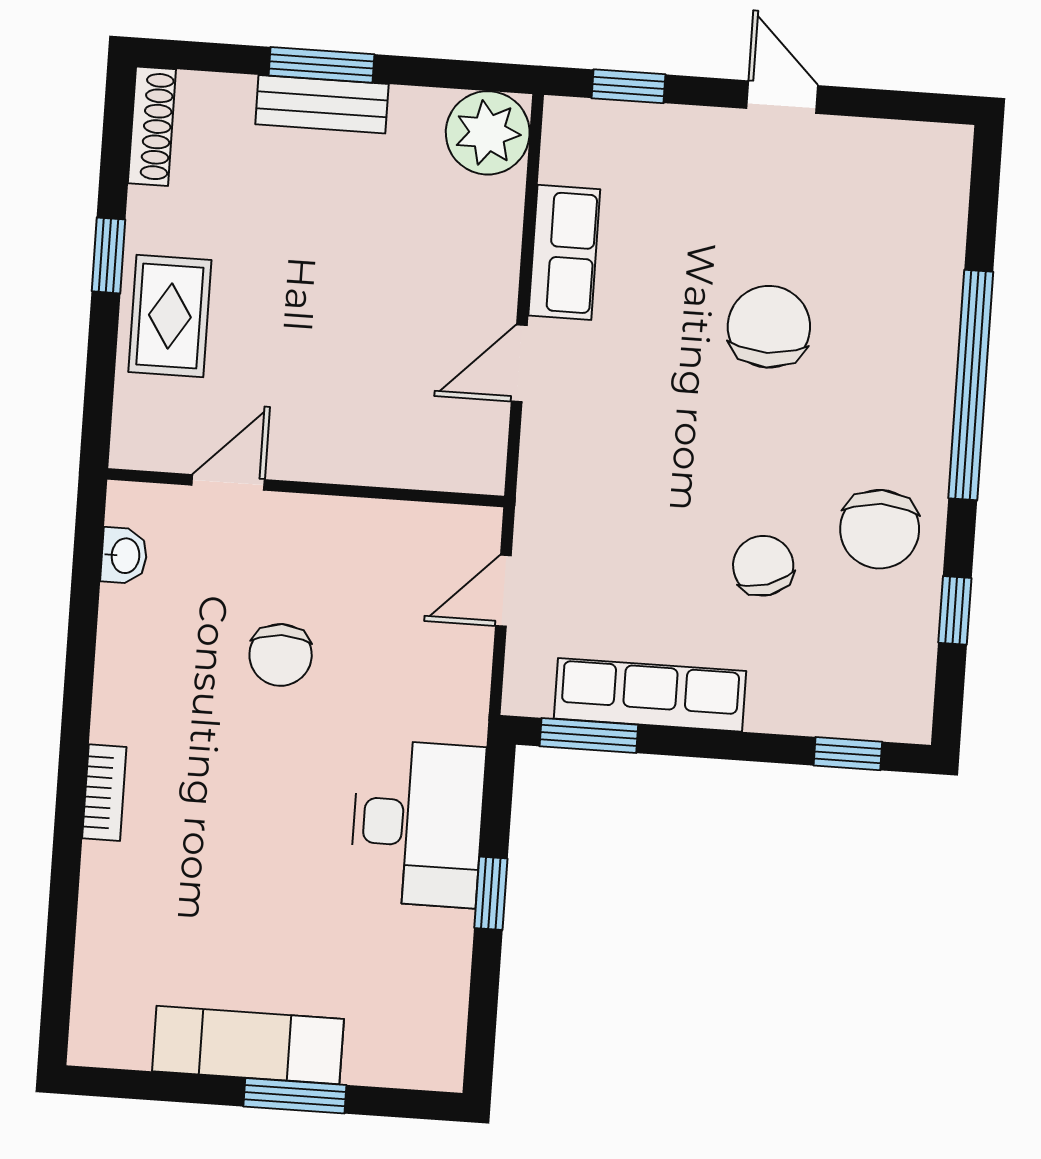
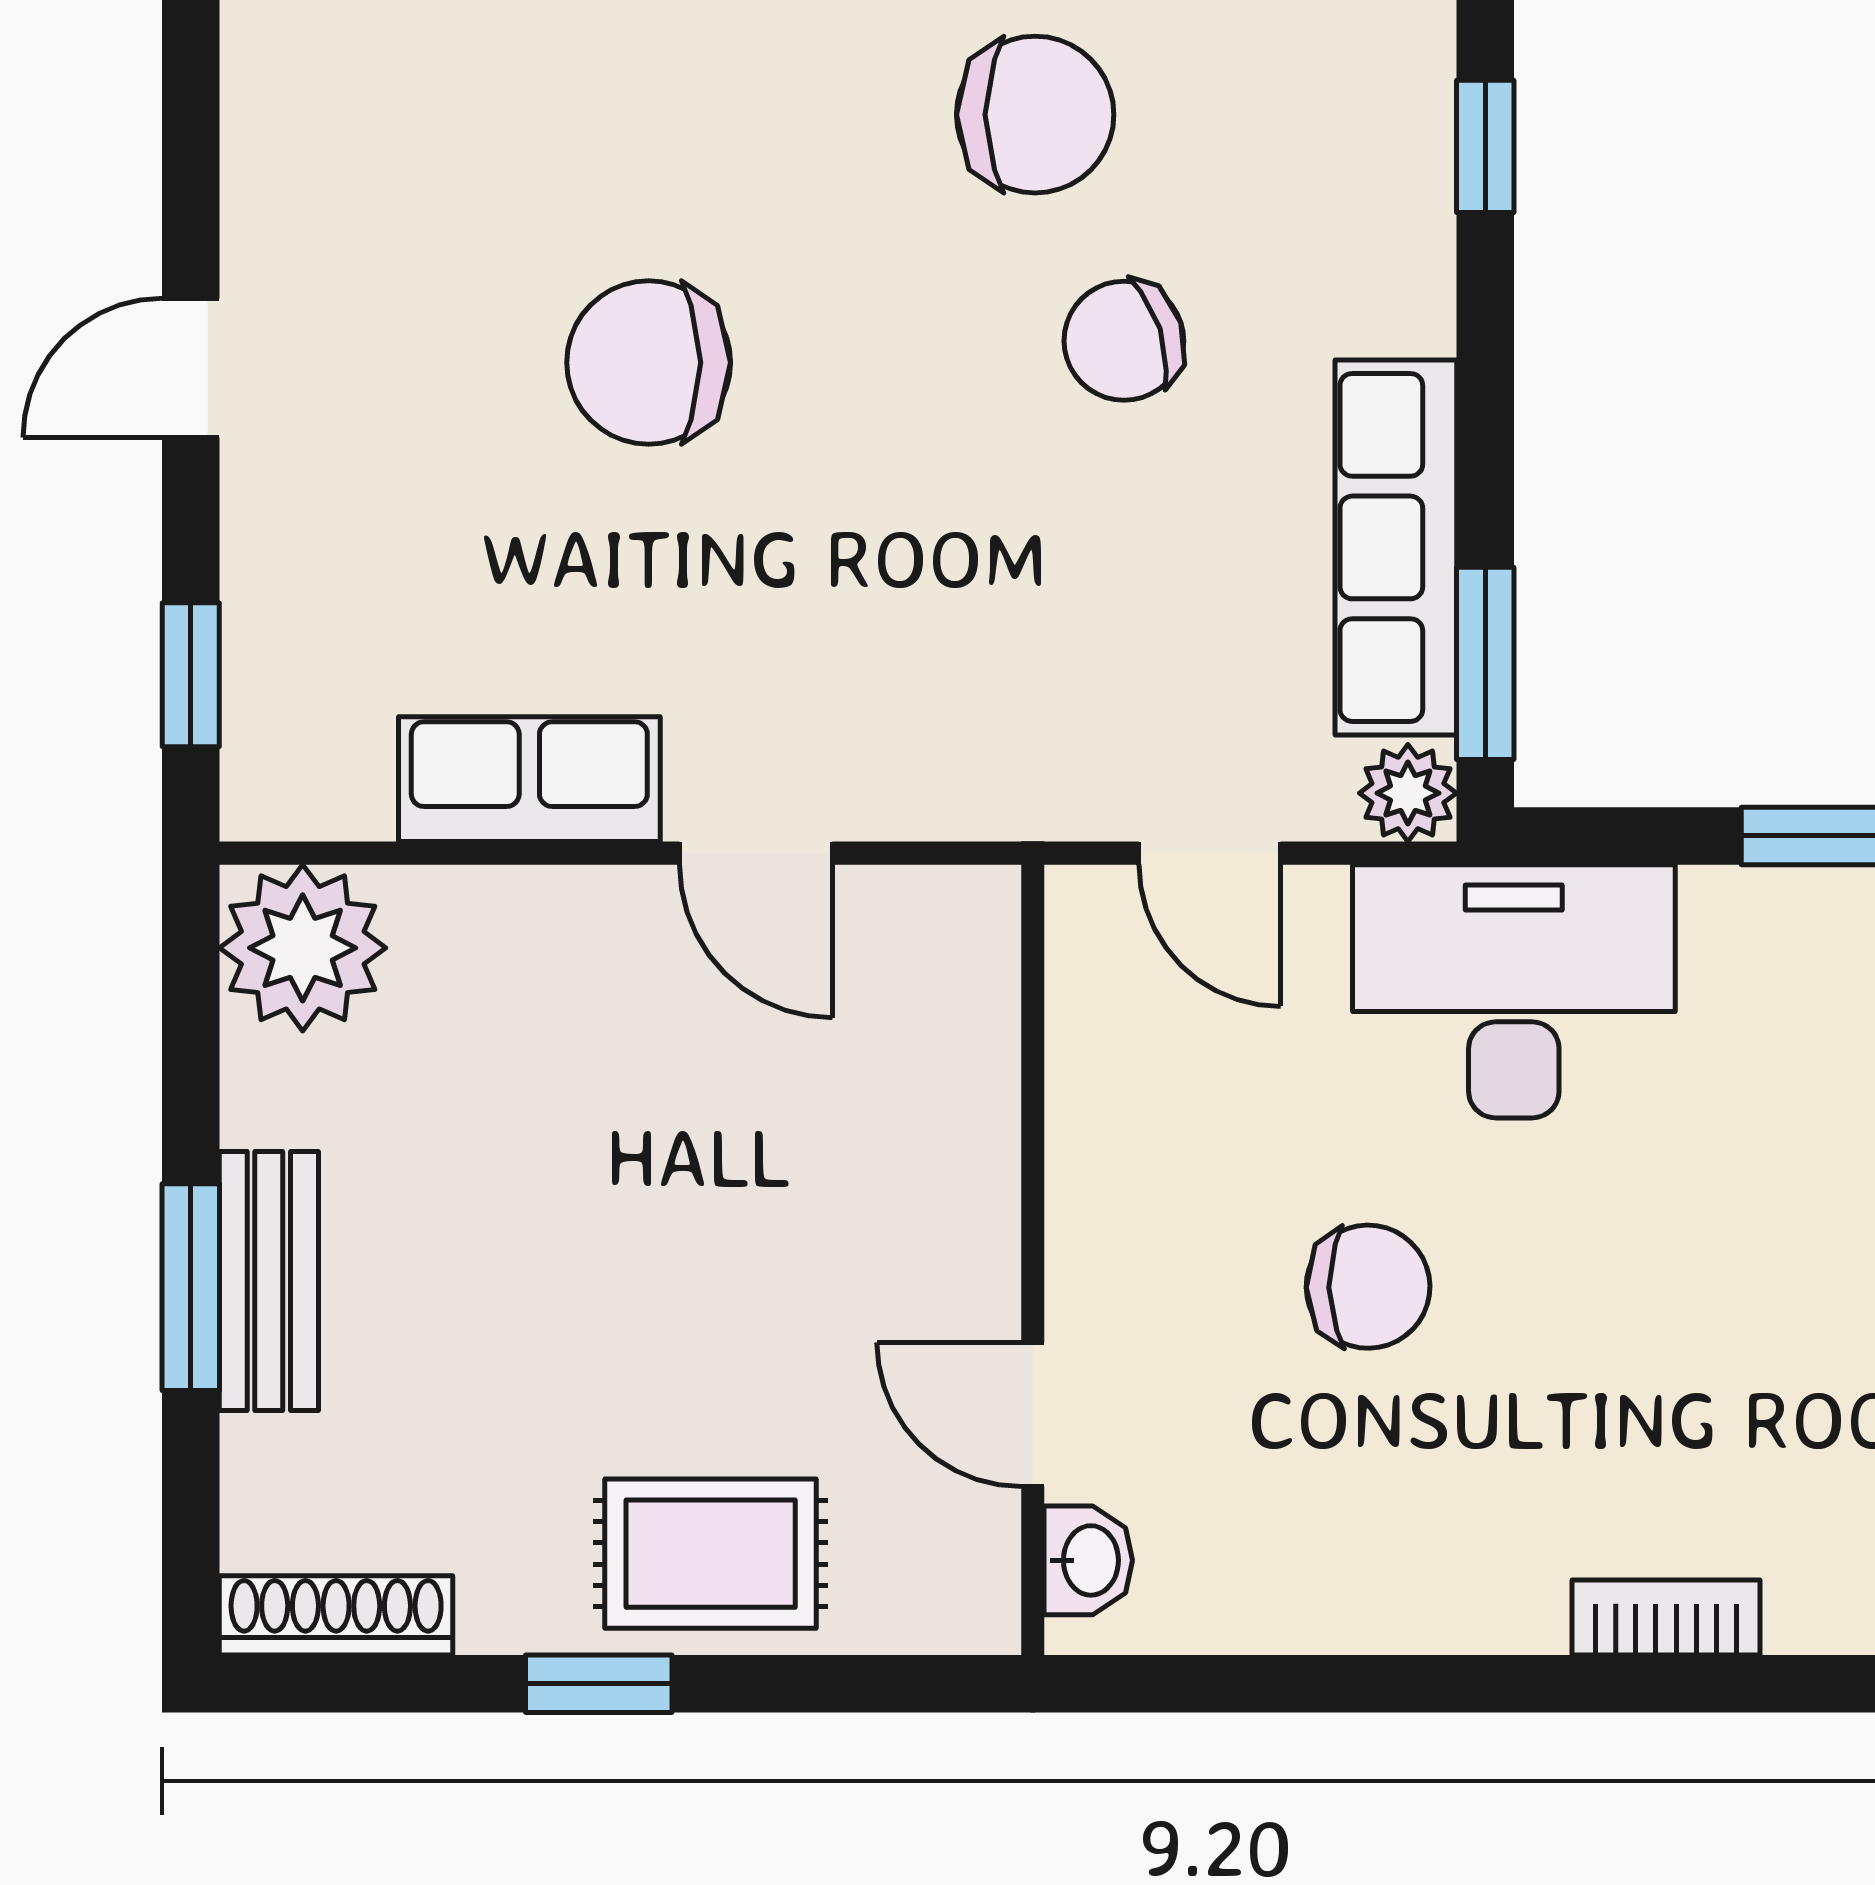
washbasin: (124, 556) -> (1088, 1560), moved, turned 90
plant: (527, 692) -> (1408, 793), added
desk: (417, 824) -> (1514, 991), moved

